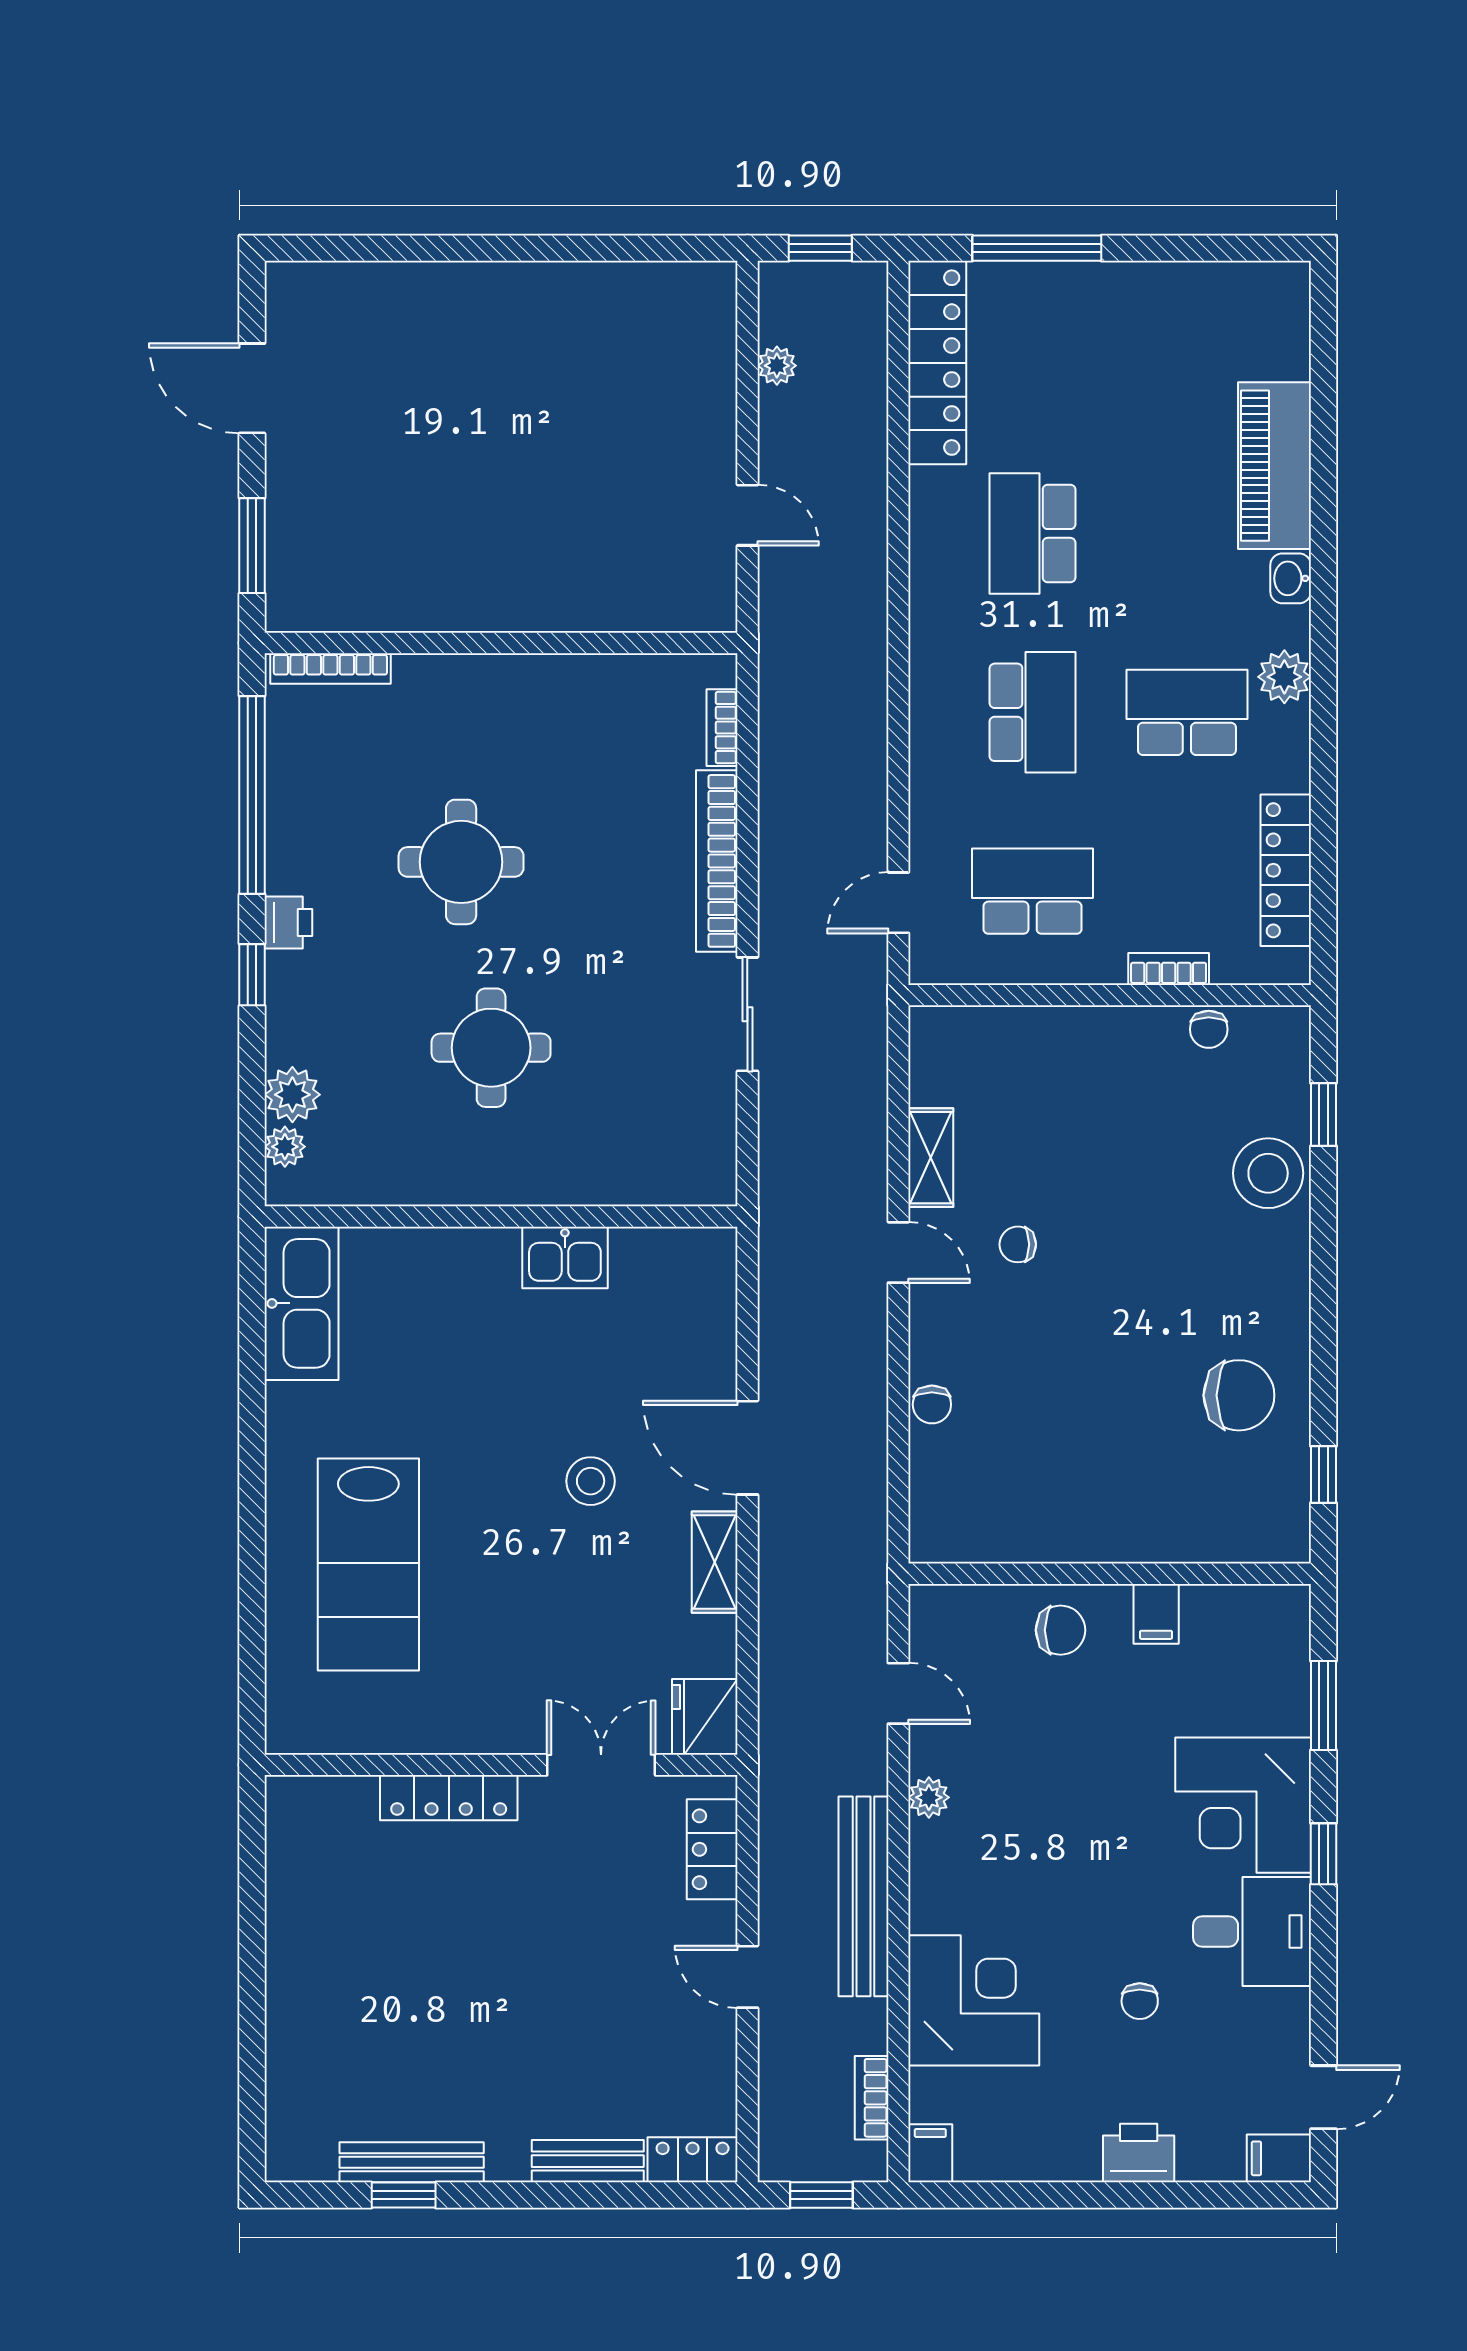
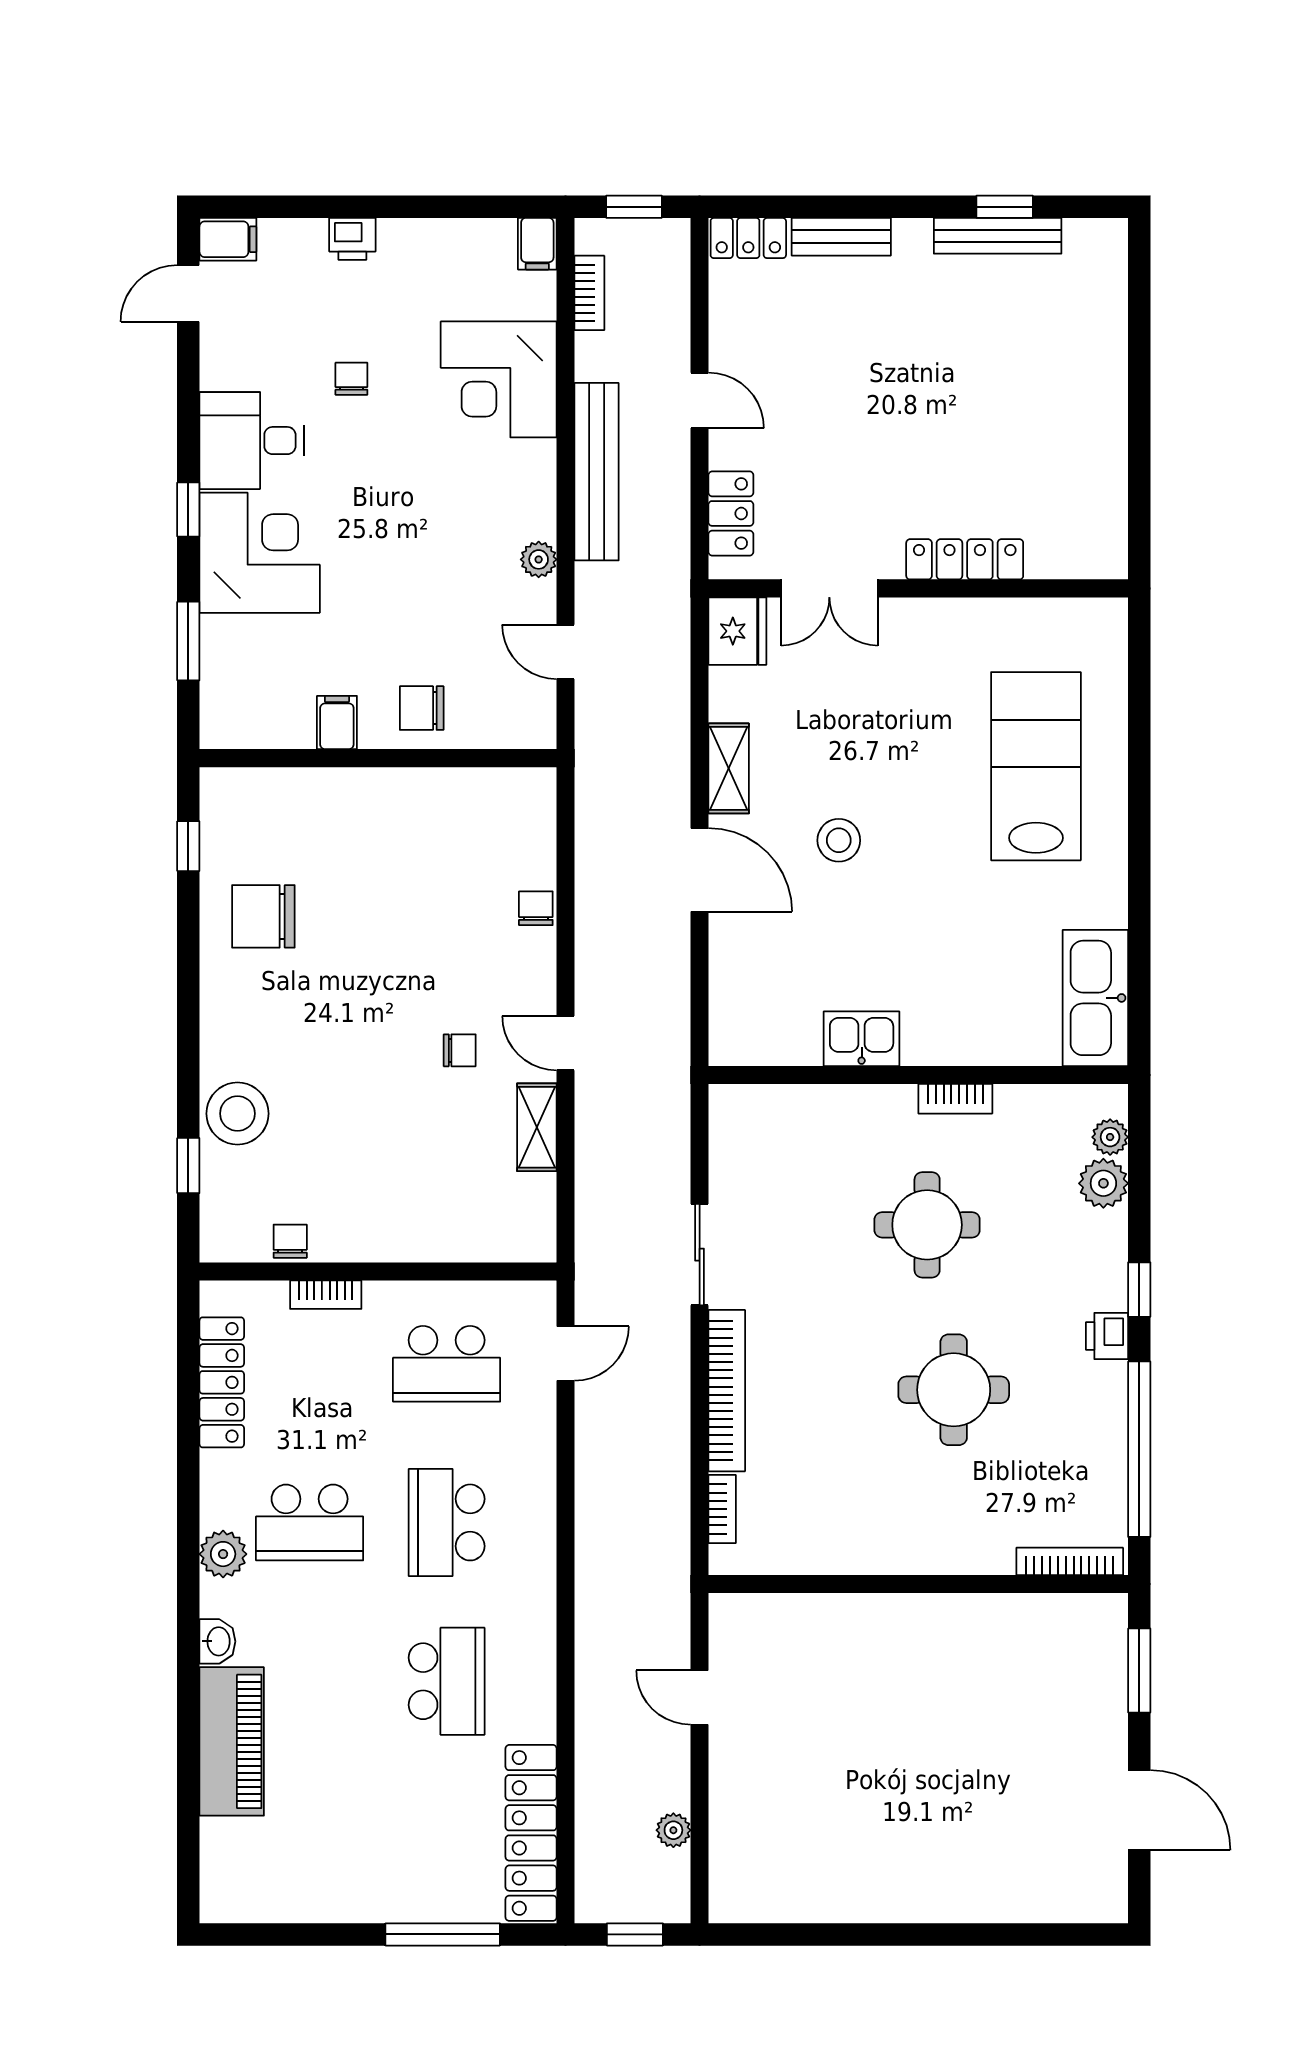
bookcase: (459, 1190) -> (955, 1099), added
printer: (1139, 2153) -> (352, 239), width x0.73, depth x0.81

